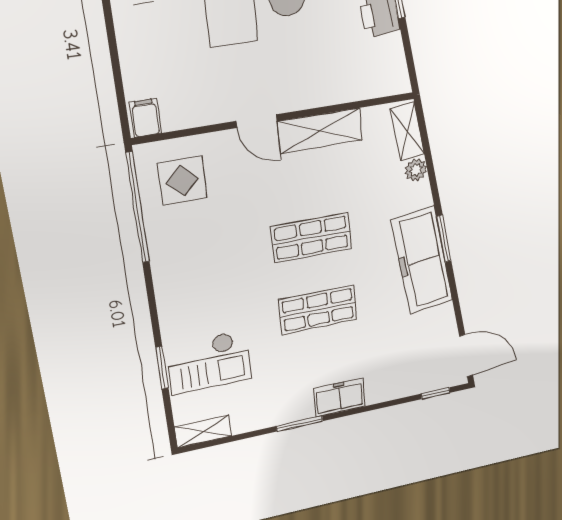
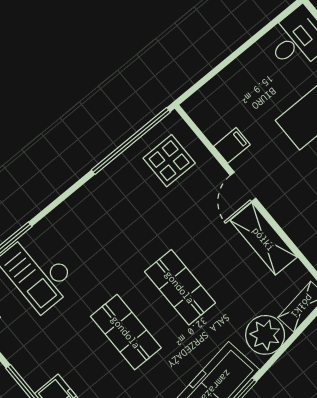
filing cabinet: (145, 118) -> (232, 145), moved
plant: (416, 170) -> (265, 335), width x1.88, depth x1.88

